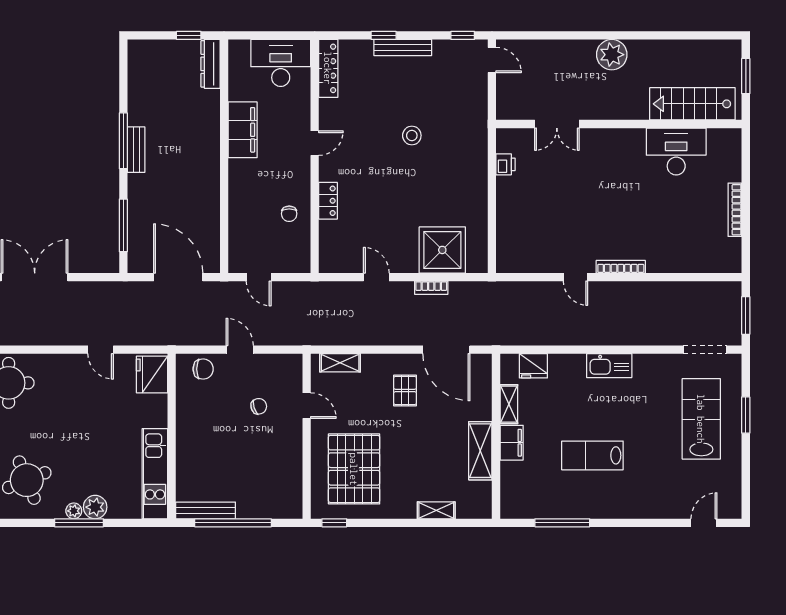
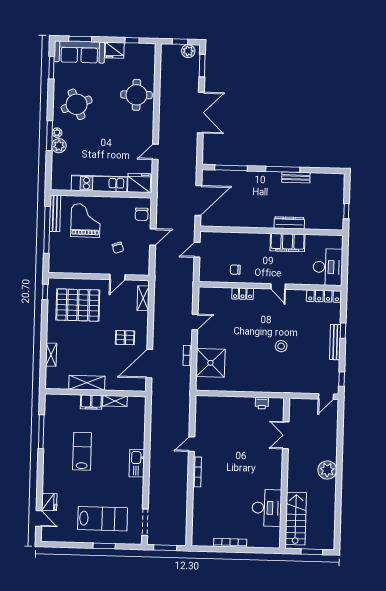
dresser: (210, 64) -> (289, 223), moved
bench: (136, 150) -> (296, 177), moved
fridge: (533, 366) -> (49, 502), moved, turned 180
grand piano: (216, 460) -> (86, 221), added
kitchen unit: (155, 474) -> (99, 184), moved

